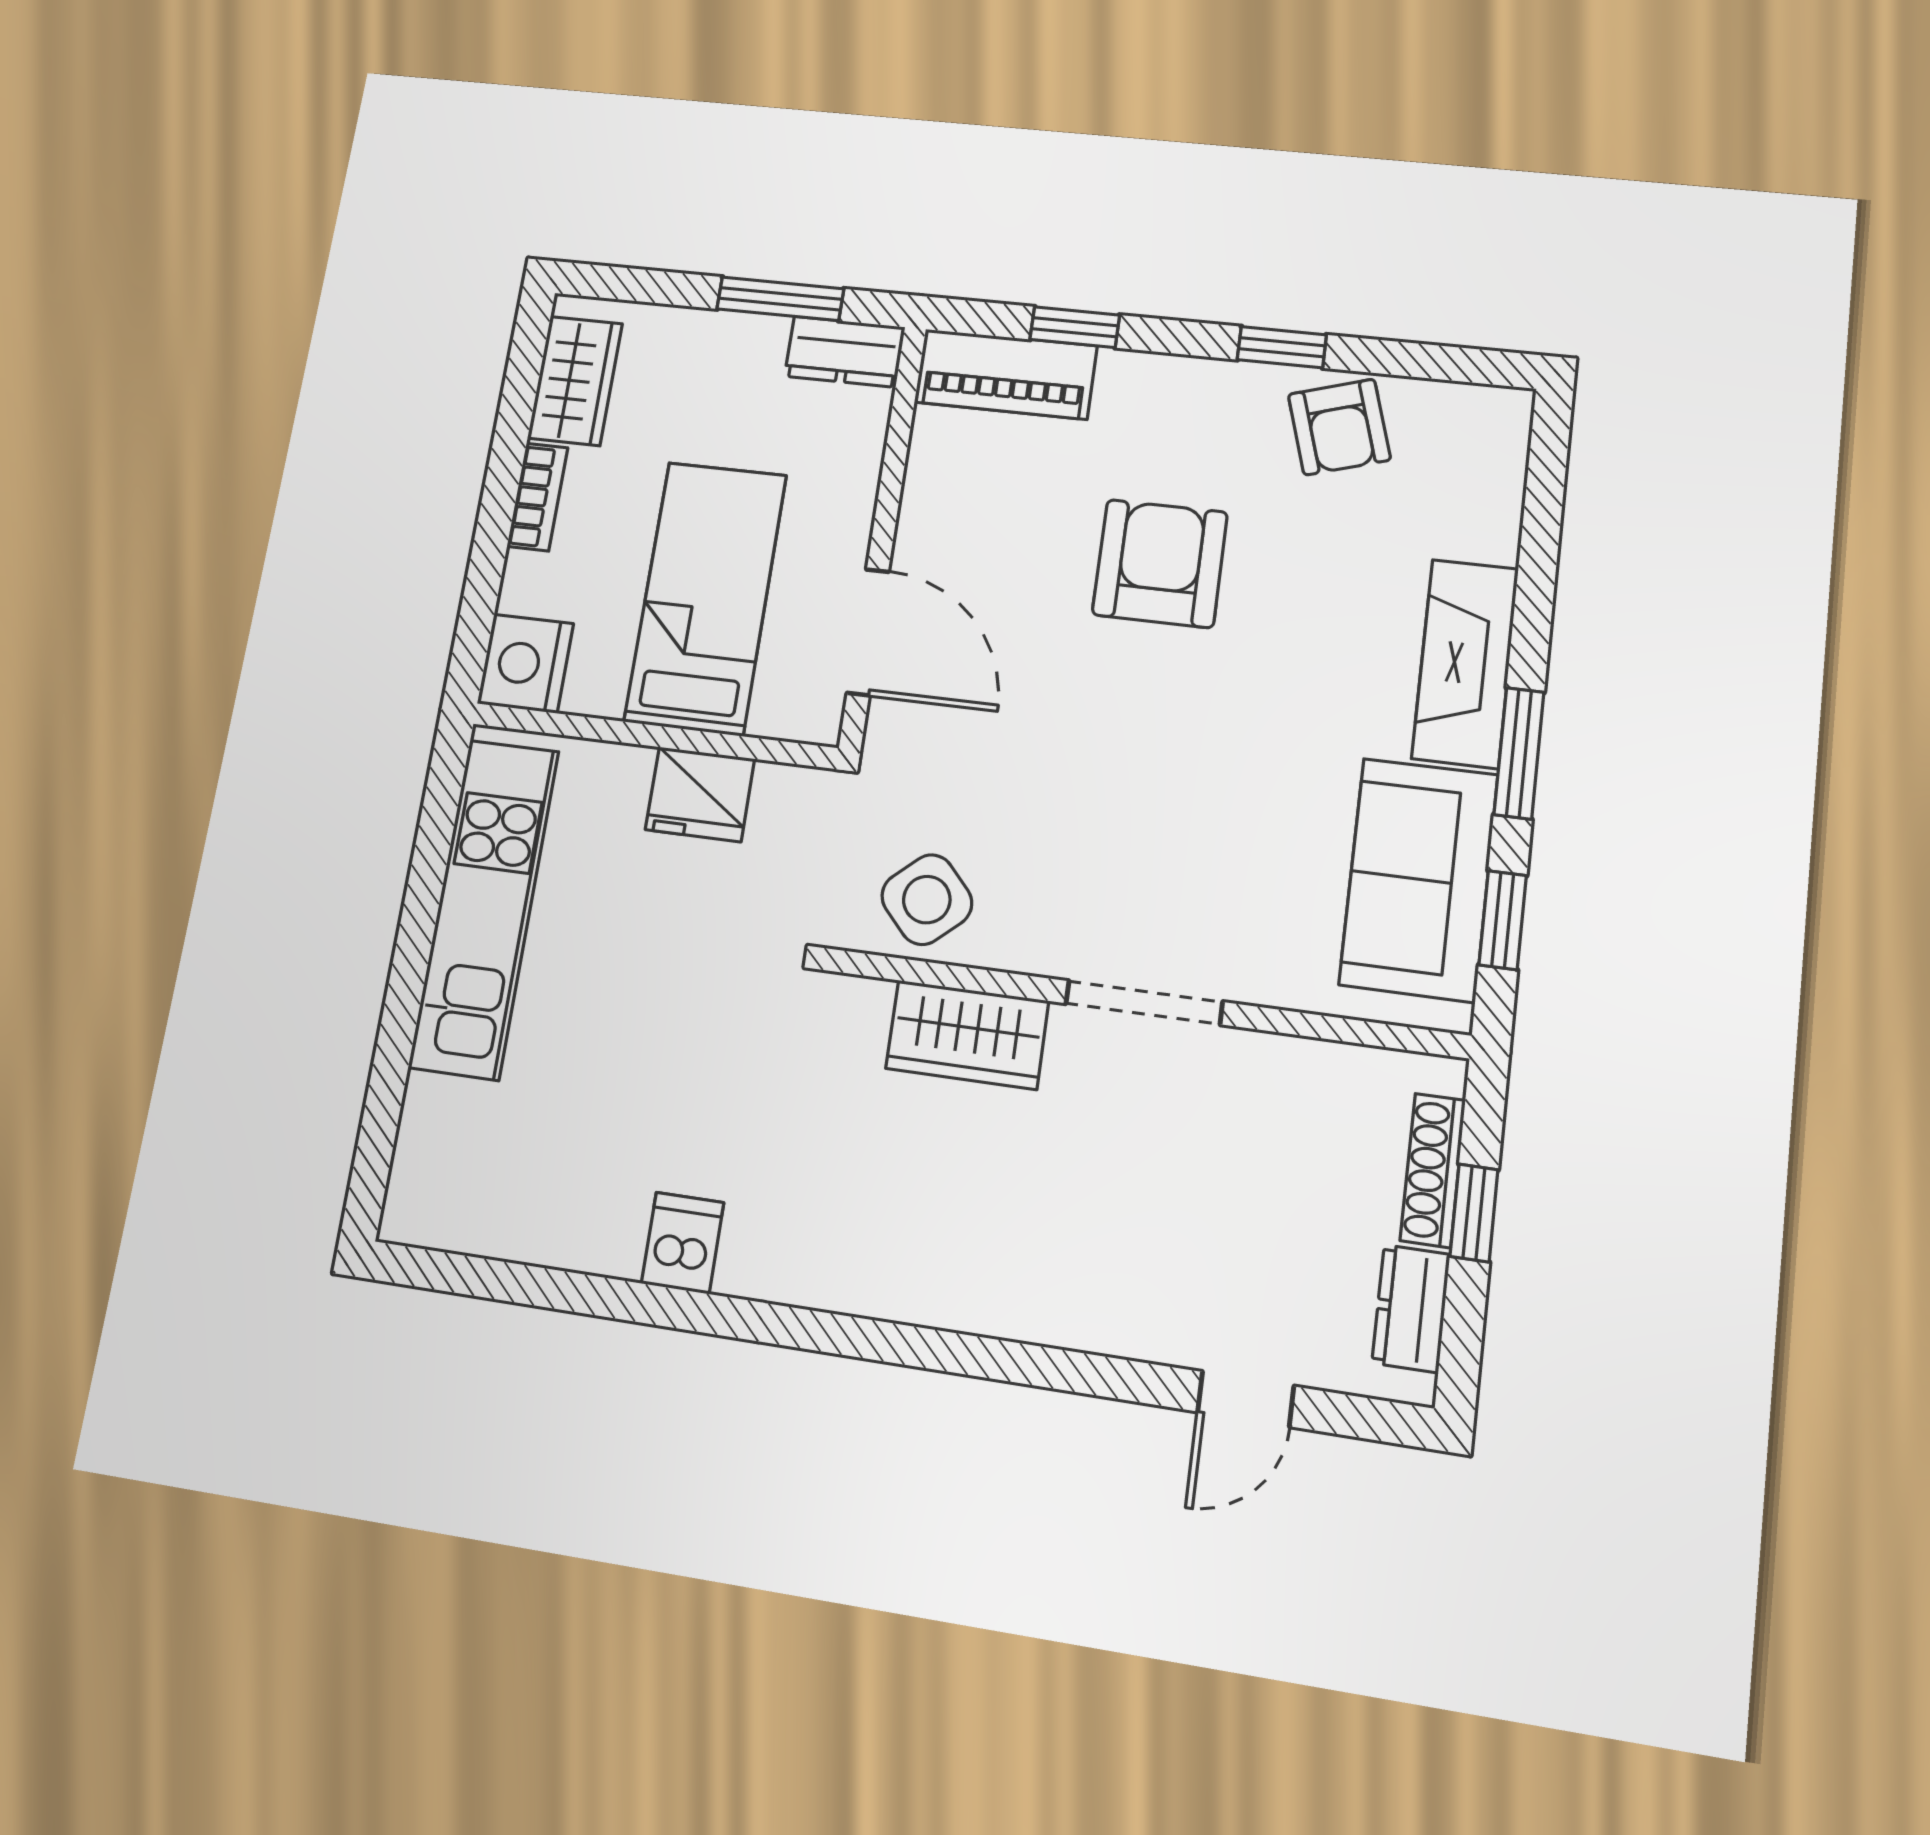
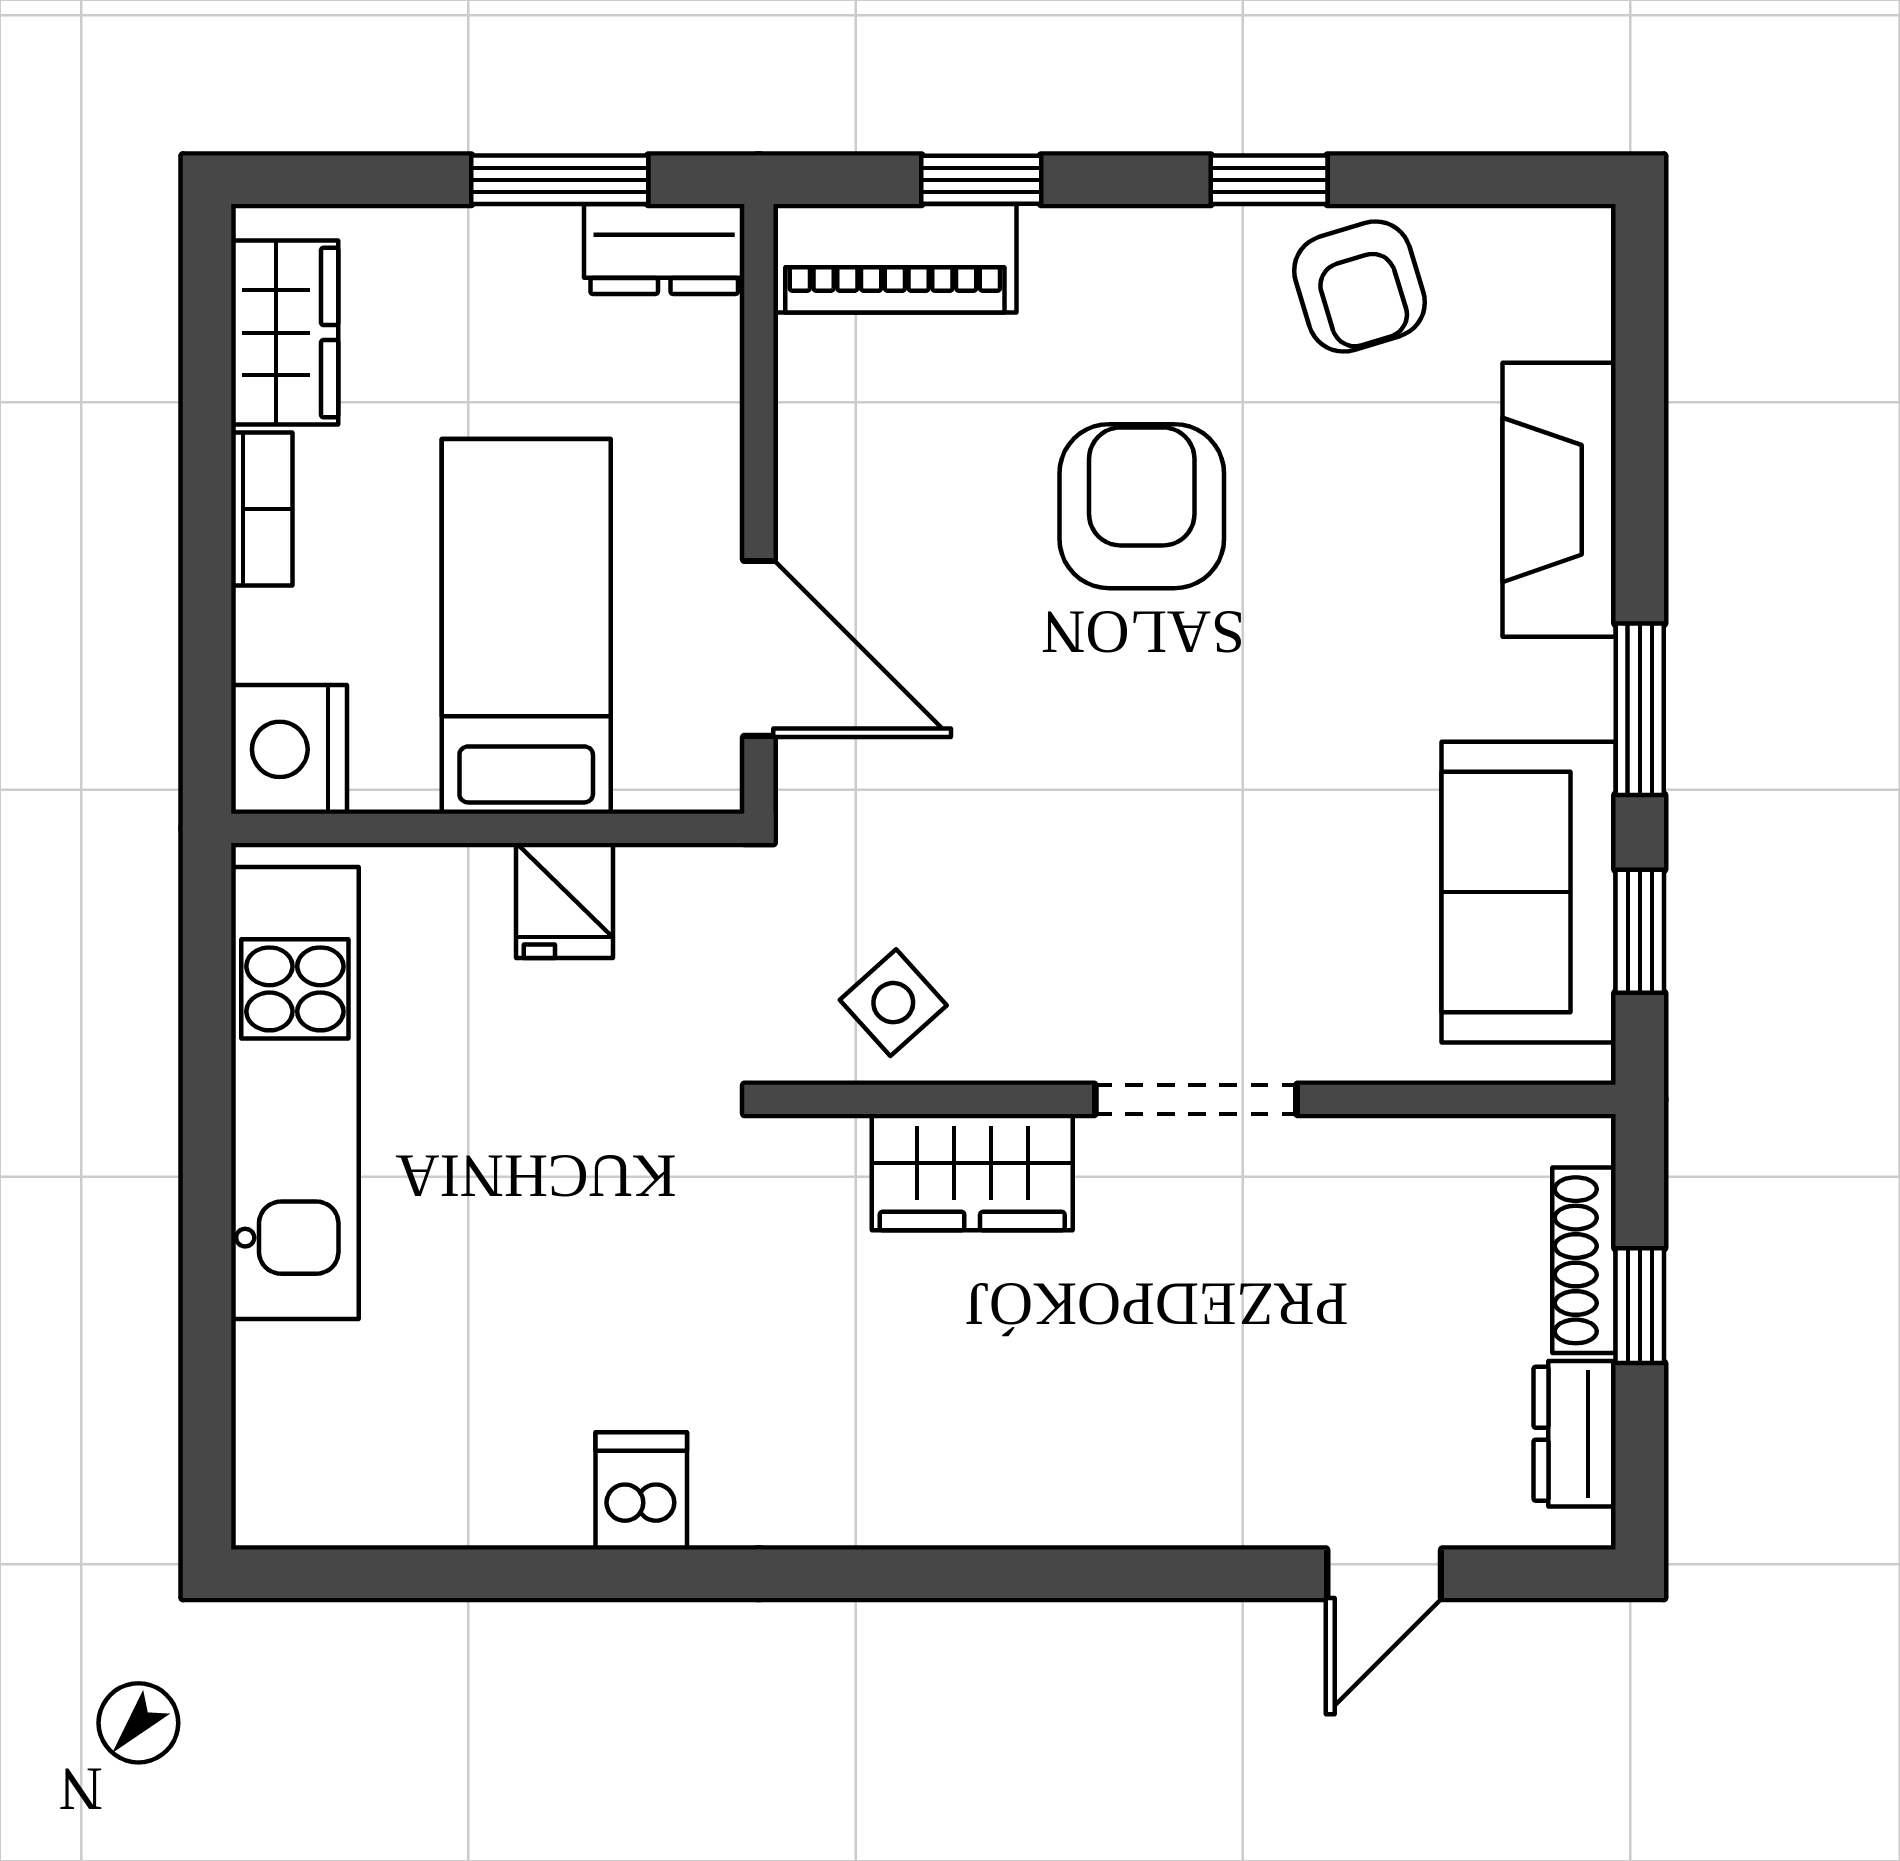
fireplace: (1465, 663) -> (1559, 500), moved
fridge: (700, 794) -> (565, 901), width x0.72
side table: (927, 900) -> (893, 1003), width x0.73, depth x0.73

